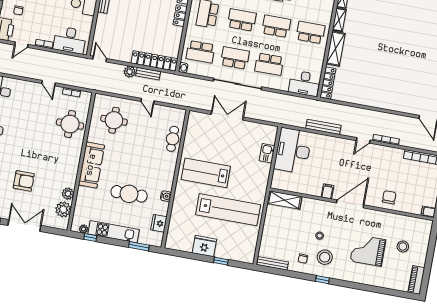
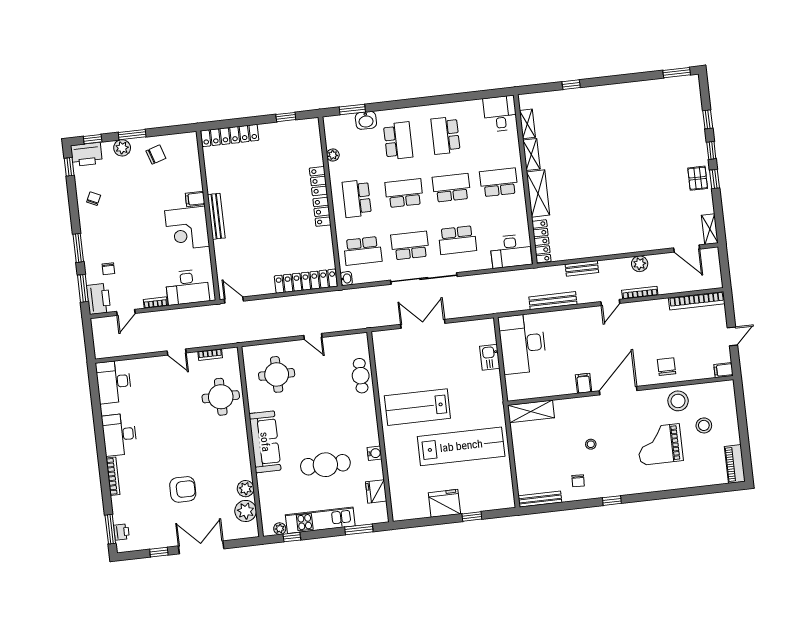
plant: (130, 72) -> (640, 264), moved
bench: (148, 74) -> (582, 268), moved
stool: (325, 257) -> (678, 401), moved

